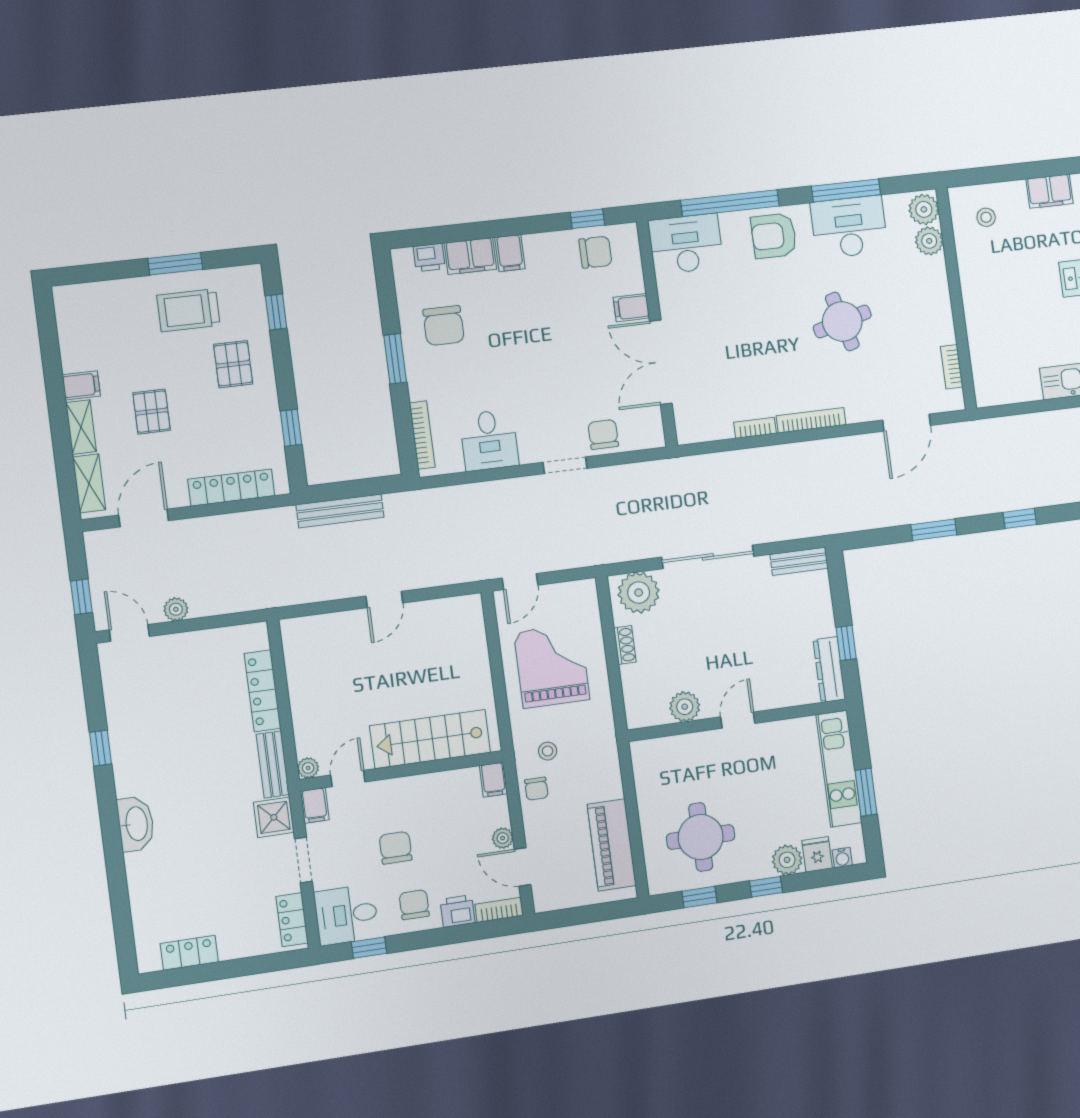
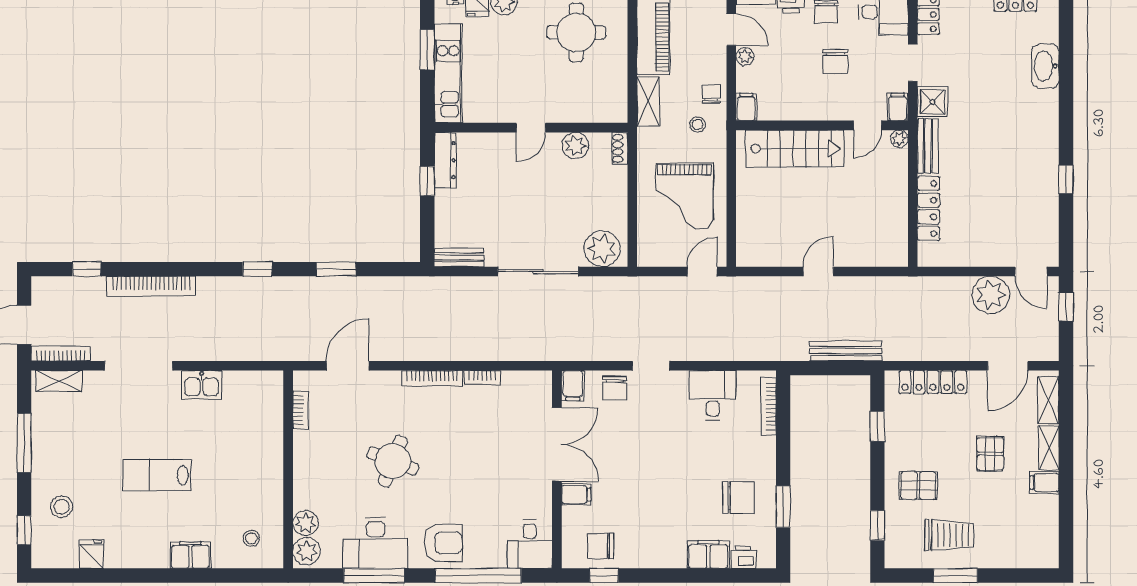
desk: (686, 244) -> (530, 544), width x0.73
filing cabinet: (510, 253) -> (573, 386), moved, turned 180
round table: (842, 321) -> (393, 461), turned 36
chair: (444, 326) -> (739, 498), turned 90
window: (395, 359) -> (783, 507), moved
pallet: (233, 364) -> (918, 486), turned 90
plant: (176, 609) -> (991, 295), width x1.87, depth x1.87
shoe rack: (625, 645) -> (620, 148), moved
shelving: (608, 769) -> (648, 101), added
washbasin: (136, 824) -> (1045, 66), moved

